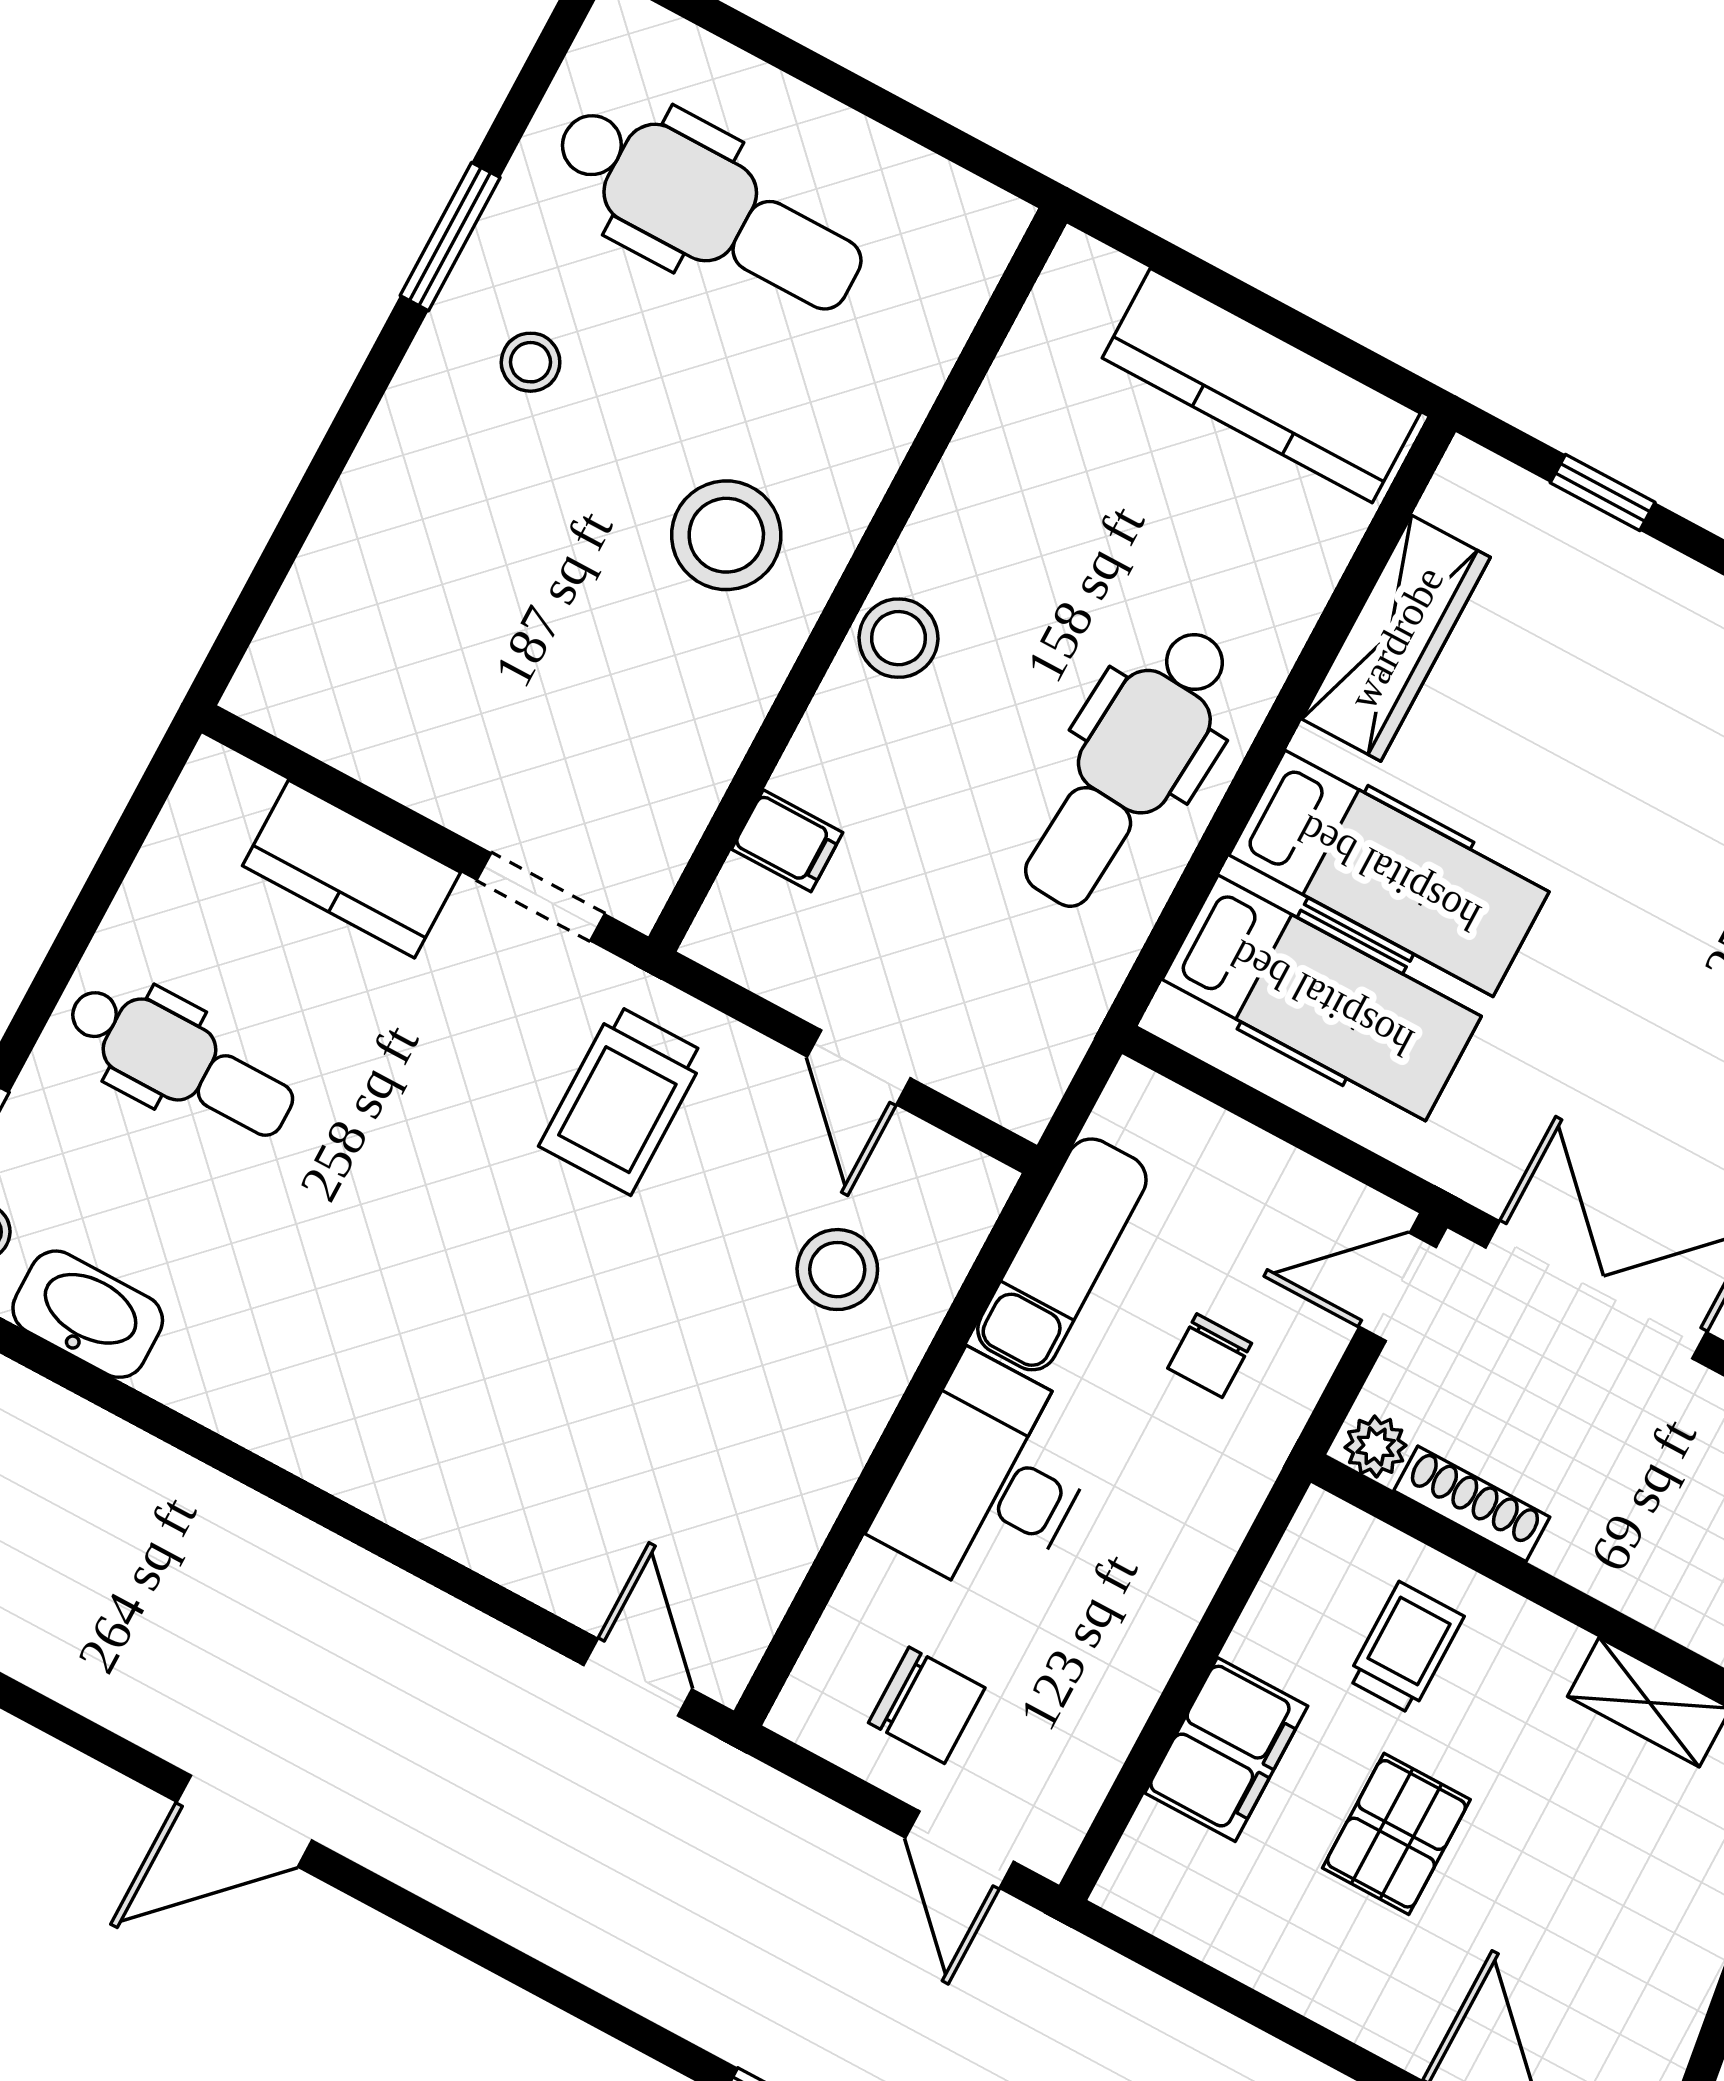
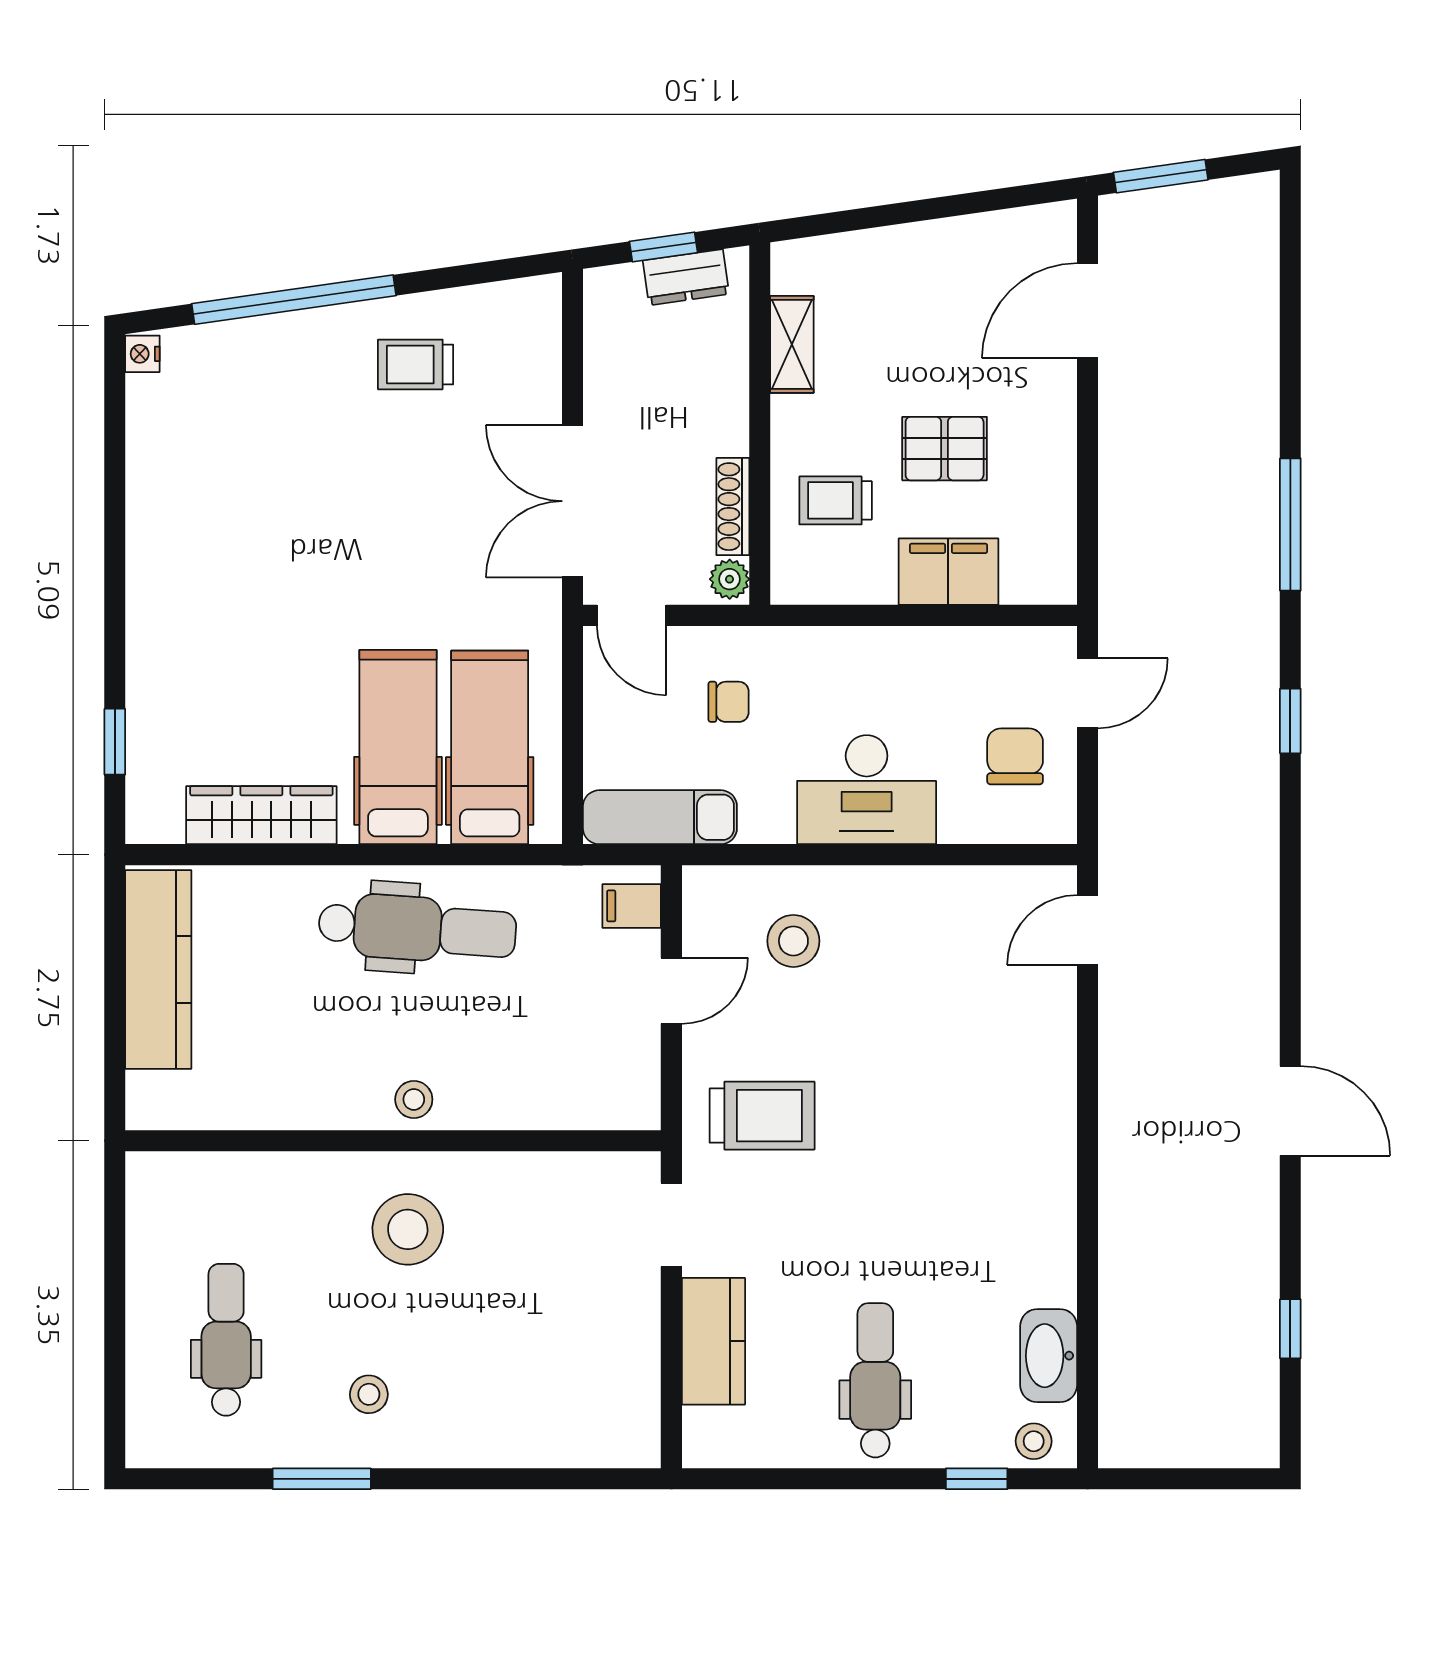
dental chair: (709, 208) -> (226, 1340), width x0.73, depth x0.72
stool: (899, 638) -> (414, 1099), width x0.73, depth x0.73
filing cabinet: (787, 841) -> (632, 906), moved, turned -90
exam couch: (1062, 1254) -> (660, 817), moved

